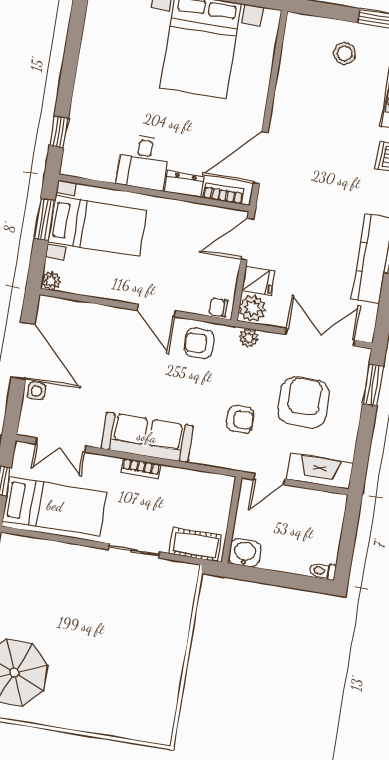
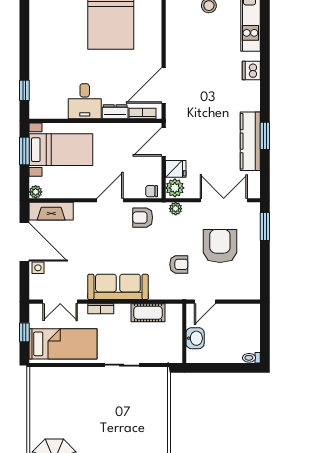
door: (156, 310) -> (110, 200), swing flipped
bookcase: (141, 468) -> (101, 309), moved
fireplace: (319, 471) -> (51, 211), moved, turned 180
cot: (196, 544) -> (148, 313), moved
washbasin: (245, 553) -> (195, 338), moved, turned 90

